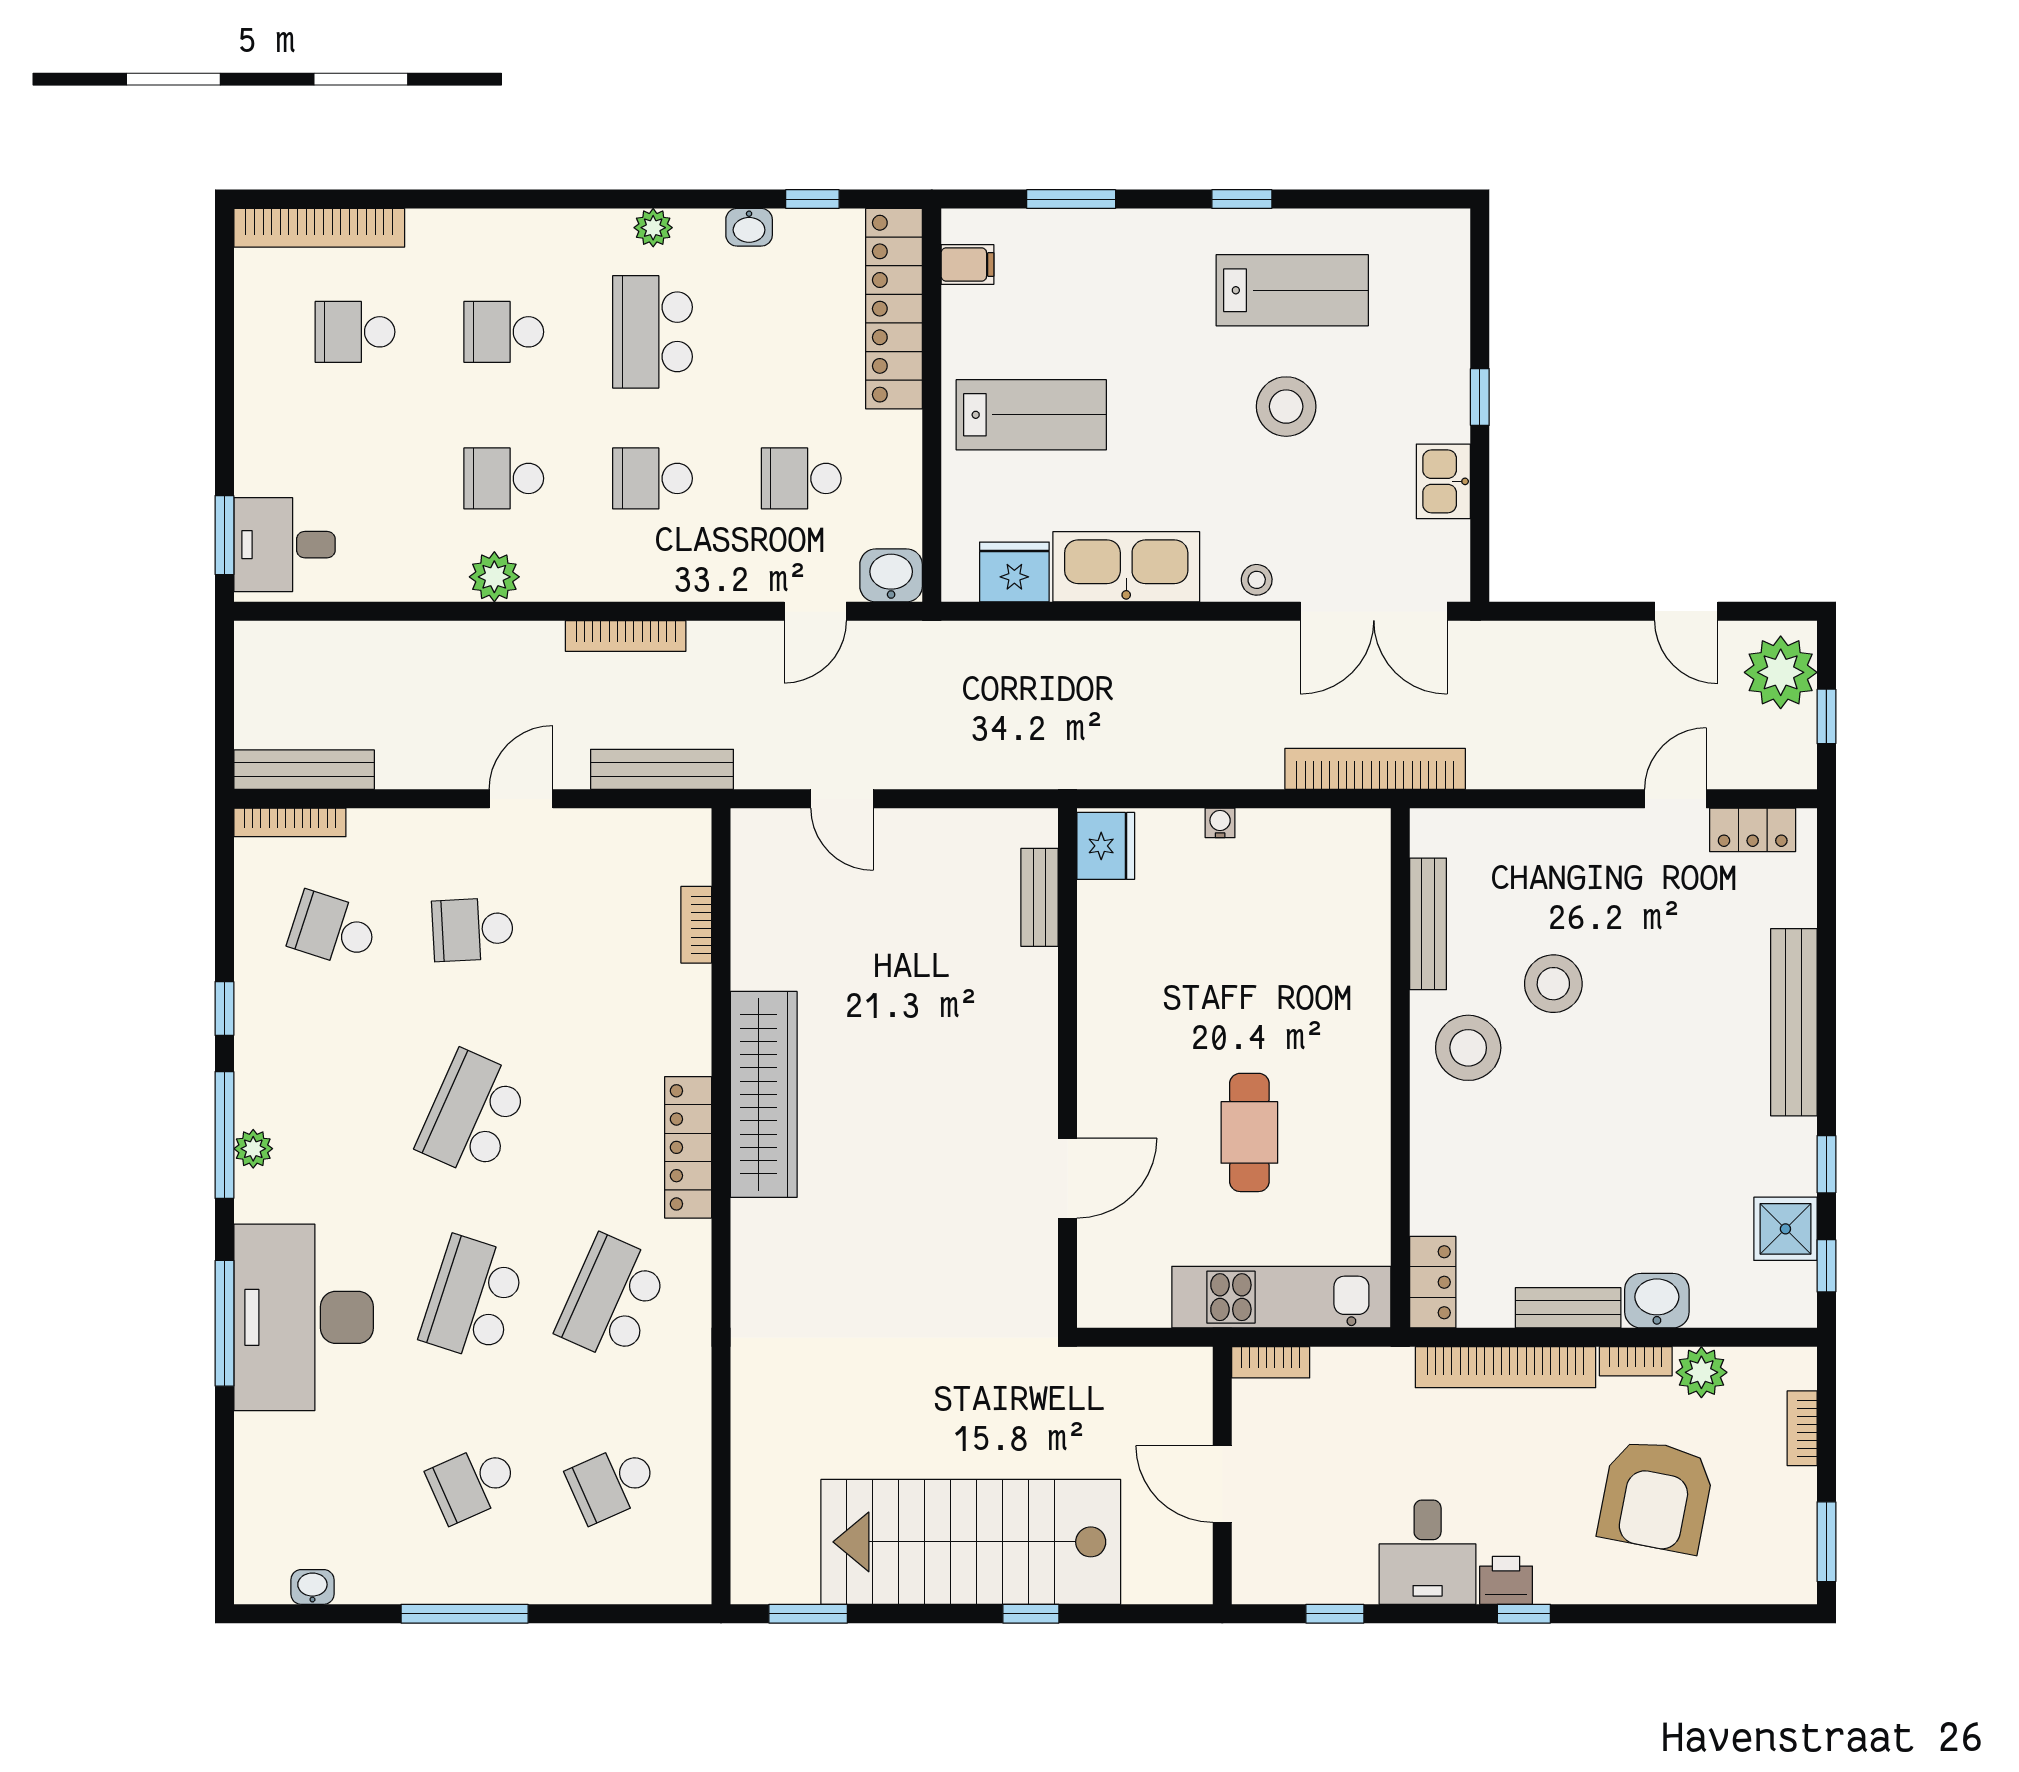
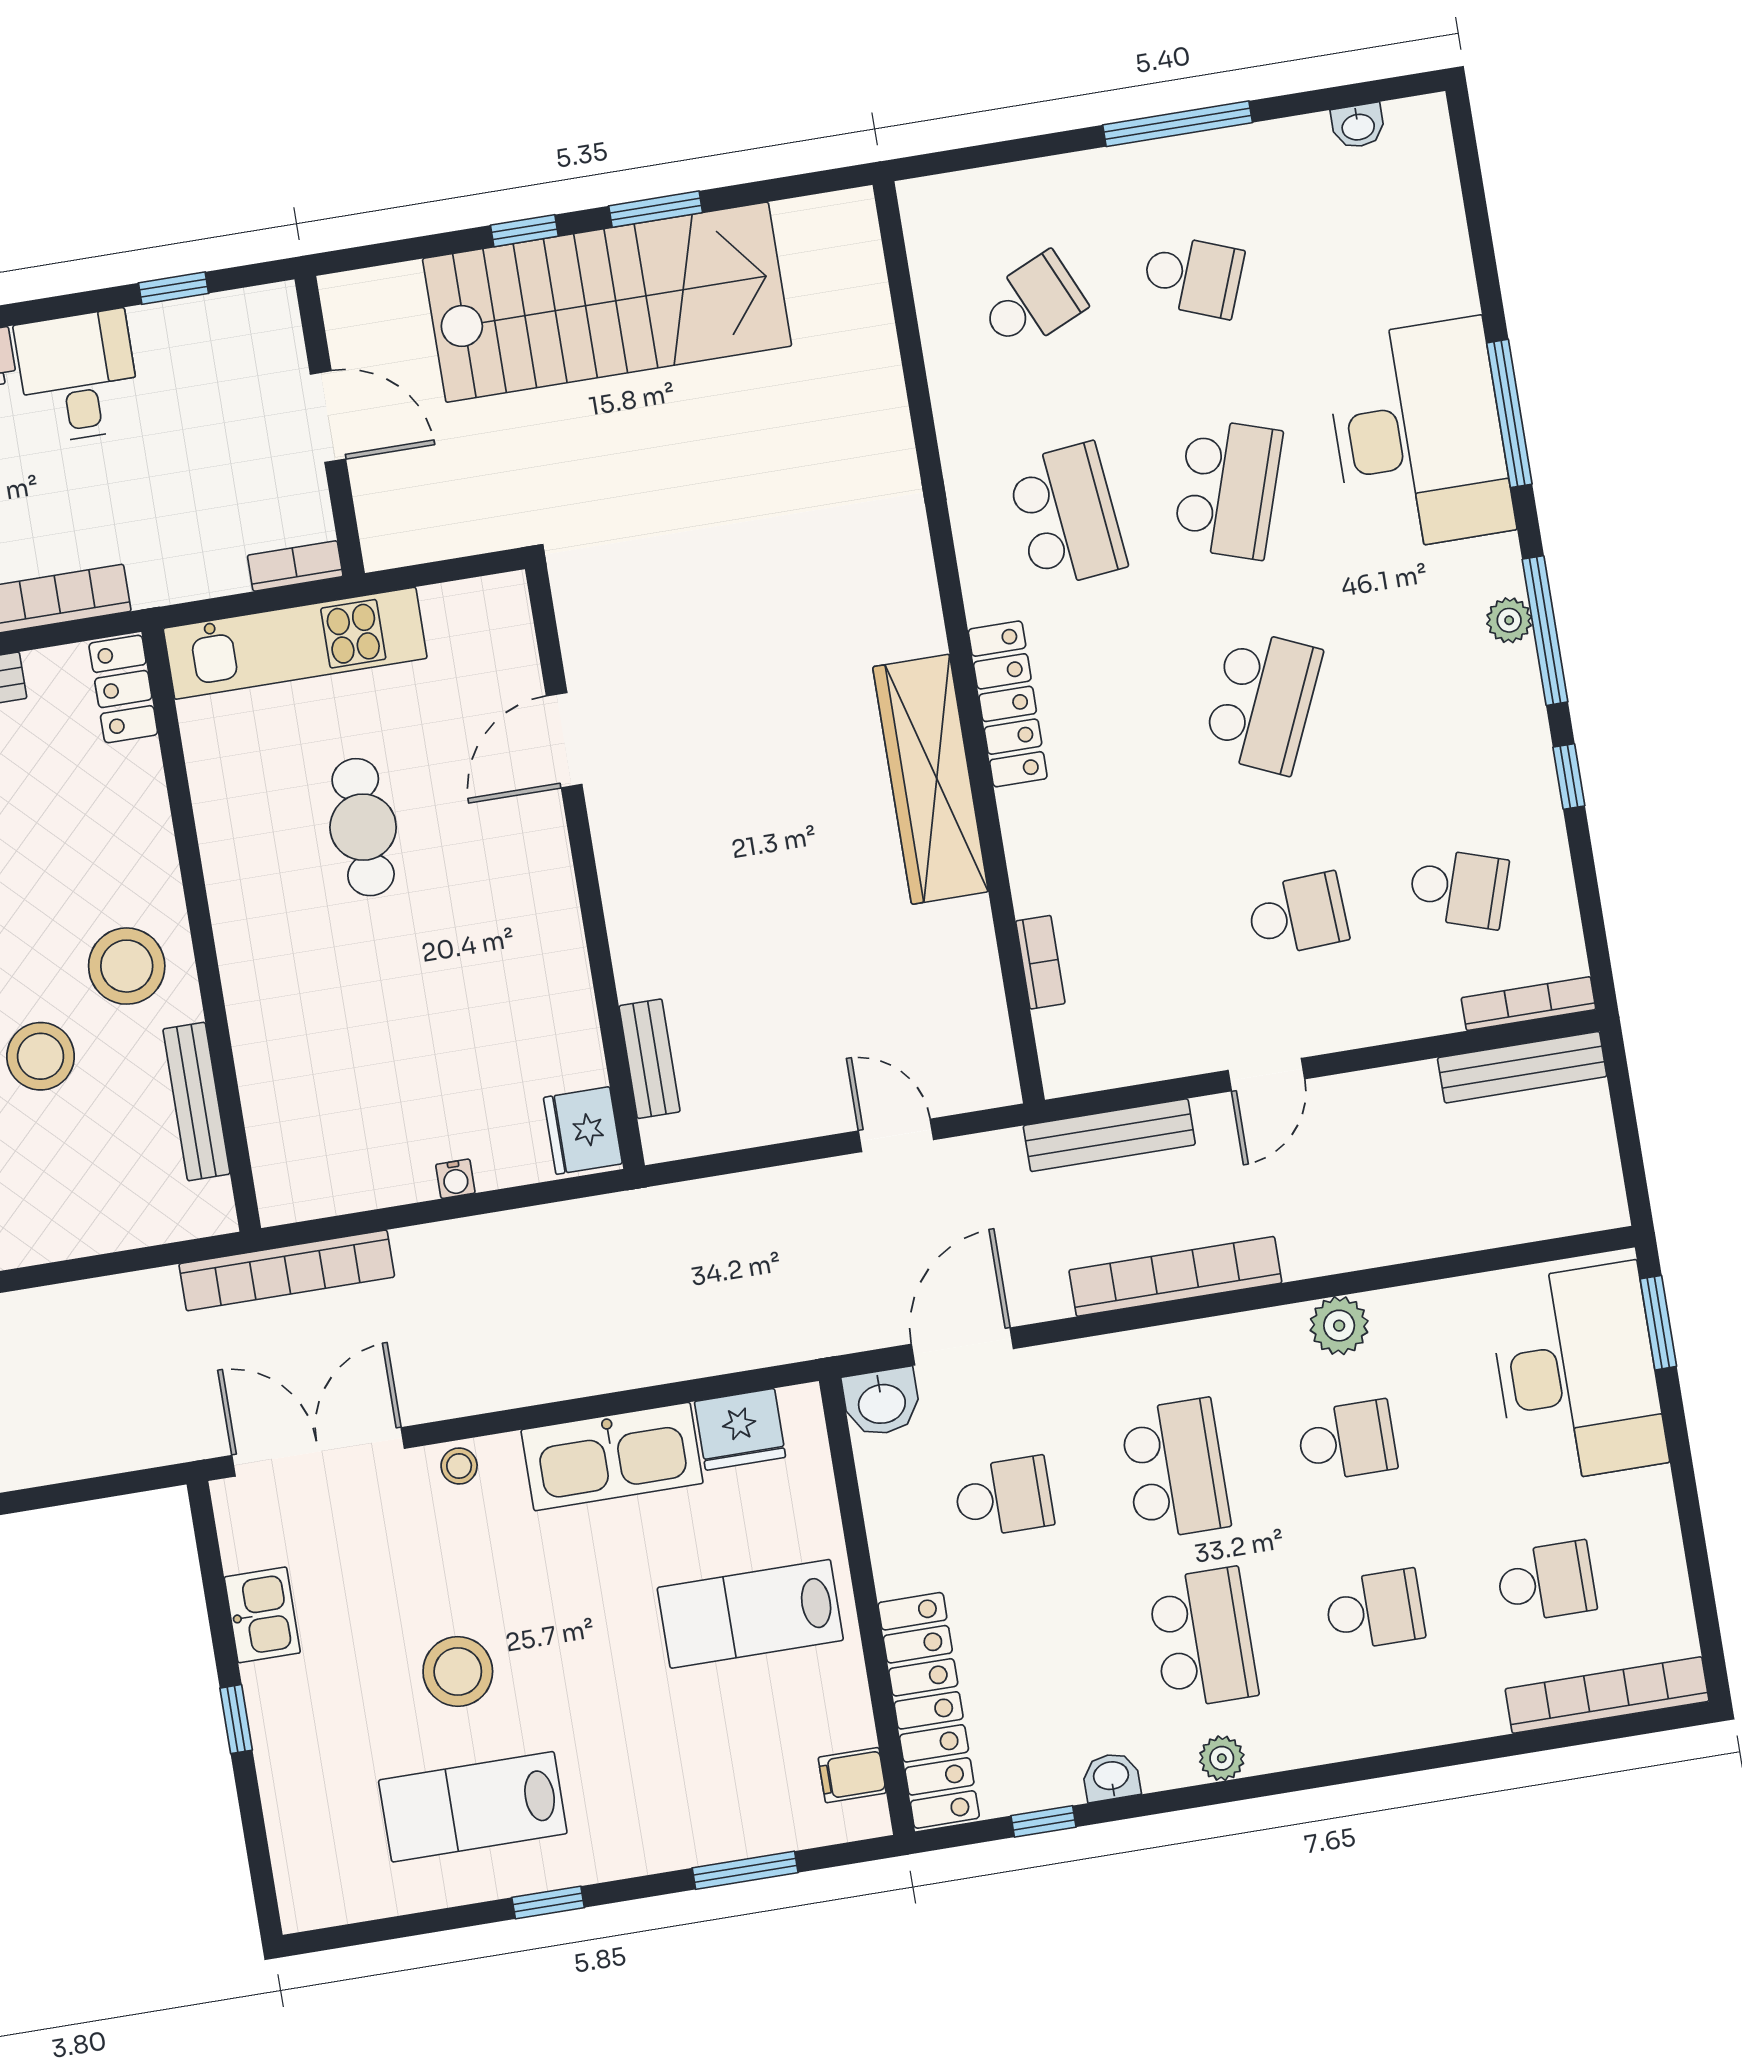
school desk: (652, 478) -> (1175, 1469), width x1.85
desk: (284, 545) -> (1577, 1373), width x1.87, depth x1.30
door: (815, 611) -> (962, 1346), width x1.38
bookcase: (626, 636) -> (1175, 1276), width x1.48, depth x1.31
school desk: (612, 1298) -> (1067, 515), turned -30
school desk: (473, 1483) -> (1193, 276), turned 45
window: (808, 1614) -> (656, 209), moved

